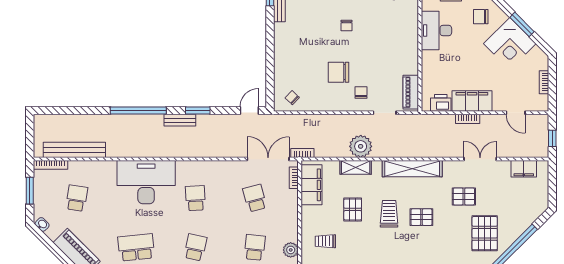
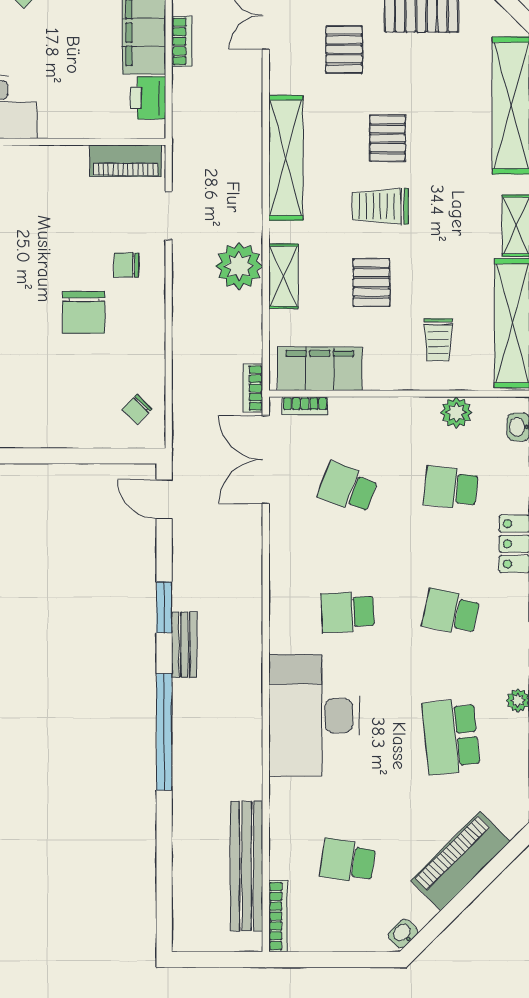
window: (30, 191) -> (332, 960), removed
school desk: (255, 198) -> (348, 488), turned 36
pallet: (353, 209) -> (371, 283), turned 90

